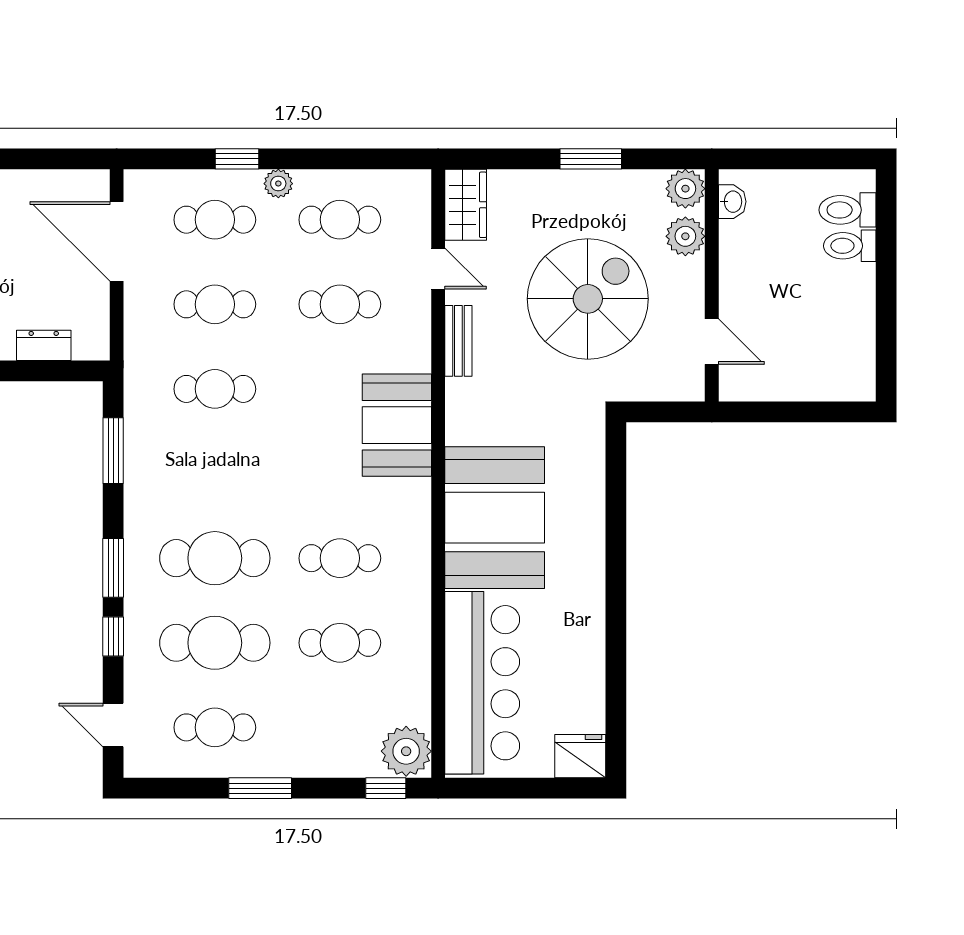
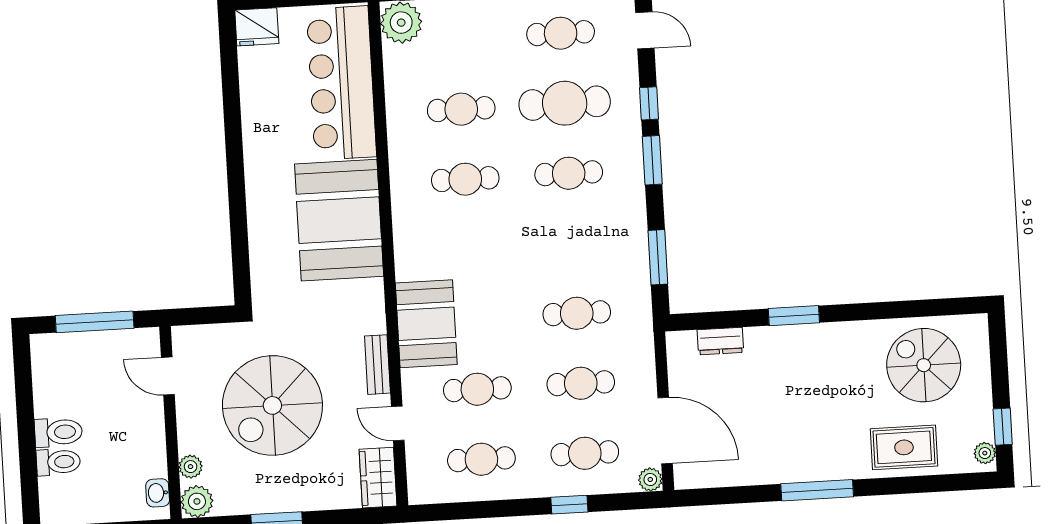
plant: (278, 184) -> (650, 479), moved
toilet: (848, 210) -> (58, 432), moved
plant: (685, 236) -> (191, 467), width x0.73, depth x0.73
window: (796, 412) -> (95, 322), added
booth: (397, 425) -> (426, 324), moved
cafe table: (215, 558) -> (569, 173), width x0.73, depth x0.74

